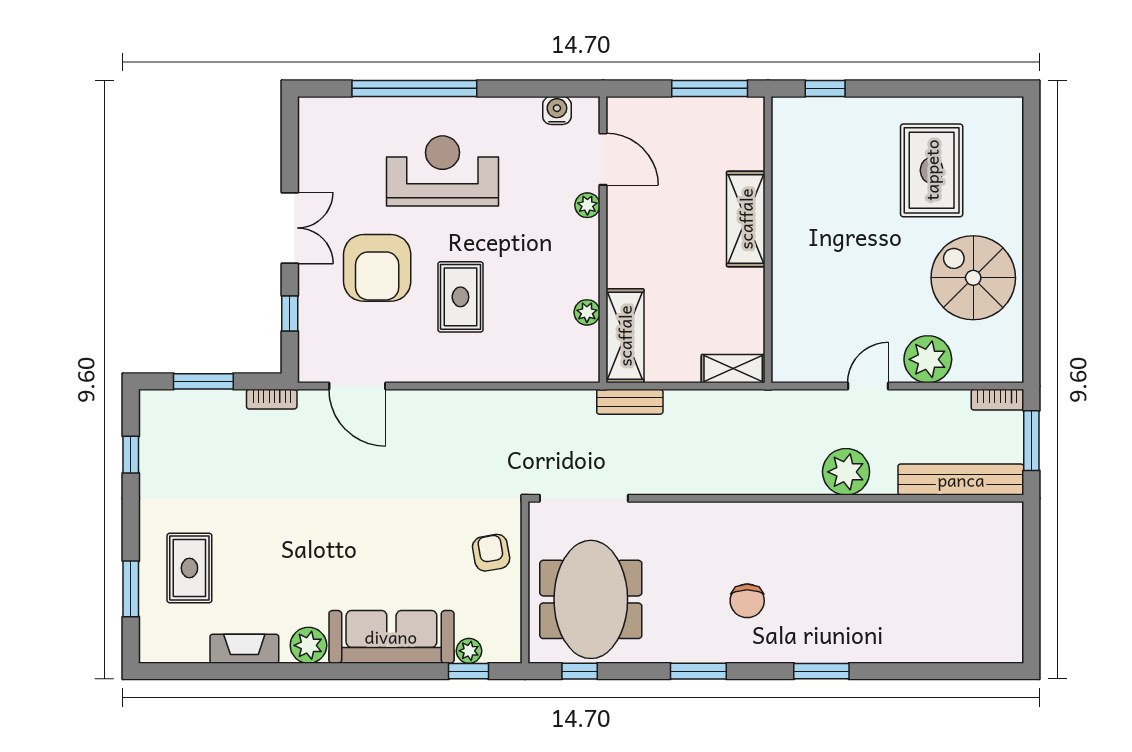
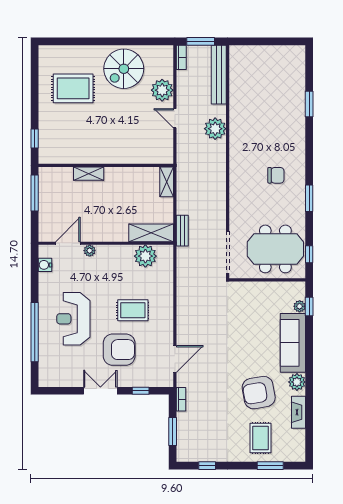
shelving: (746, 219) -> (89, 174), width x0.67, depth x0.75
plant: (587, 312) -> (145, 256), width x1.88, depth x1.88
armchair: (491, 553) -> (259, 393), moved, width x1.88, depth x1.88
rug: (189, 568) -> (261, 438), turned 90
window: (821, 671) -> (309, 104), moved

